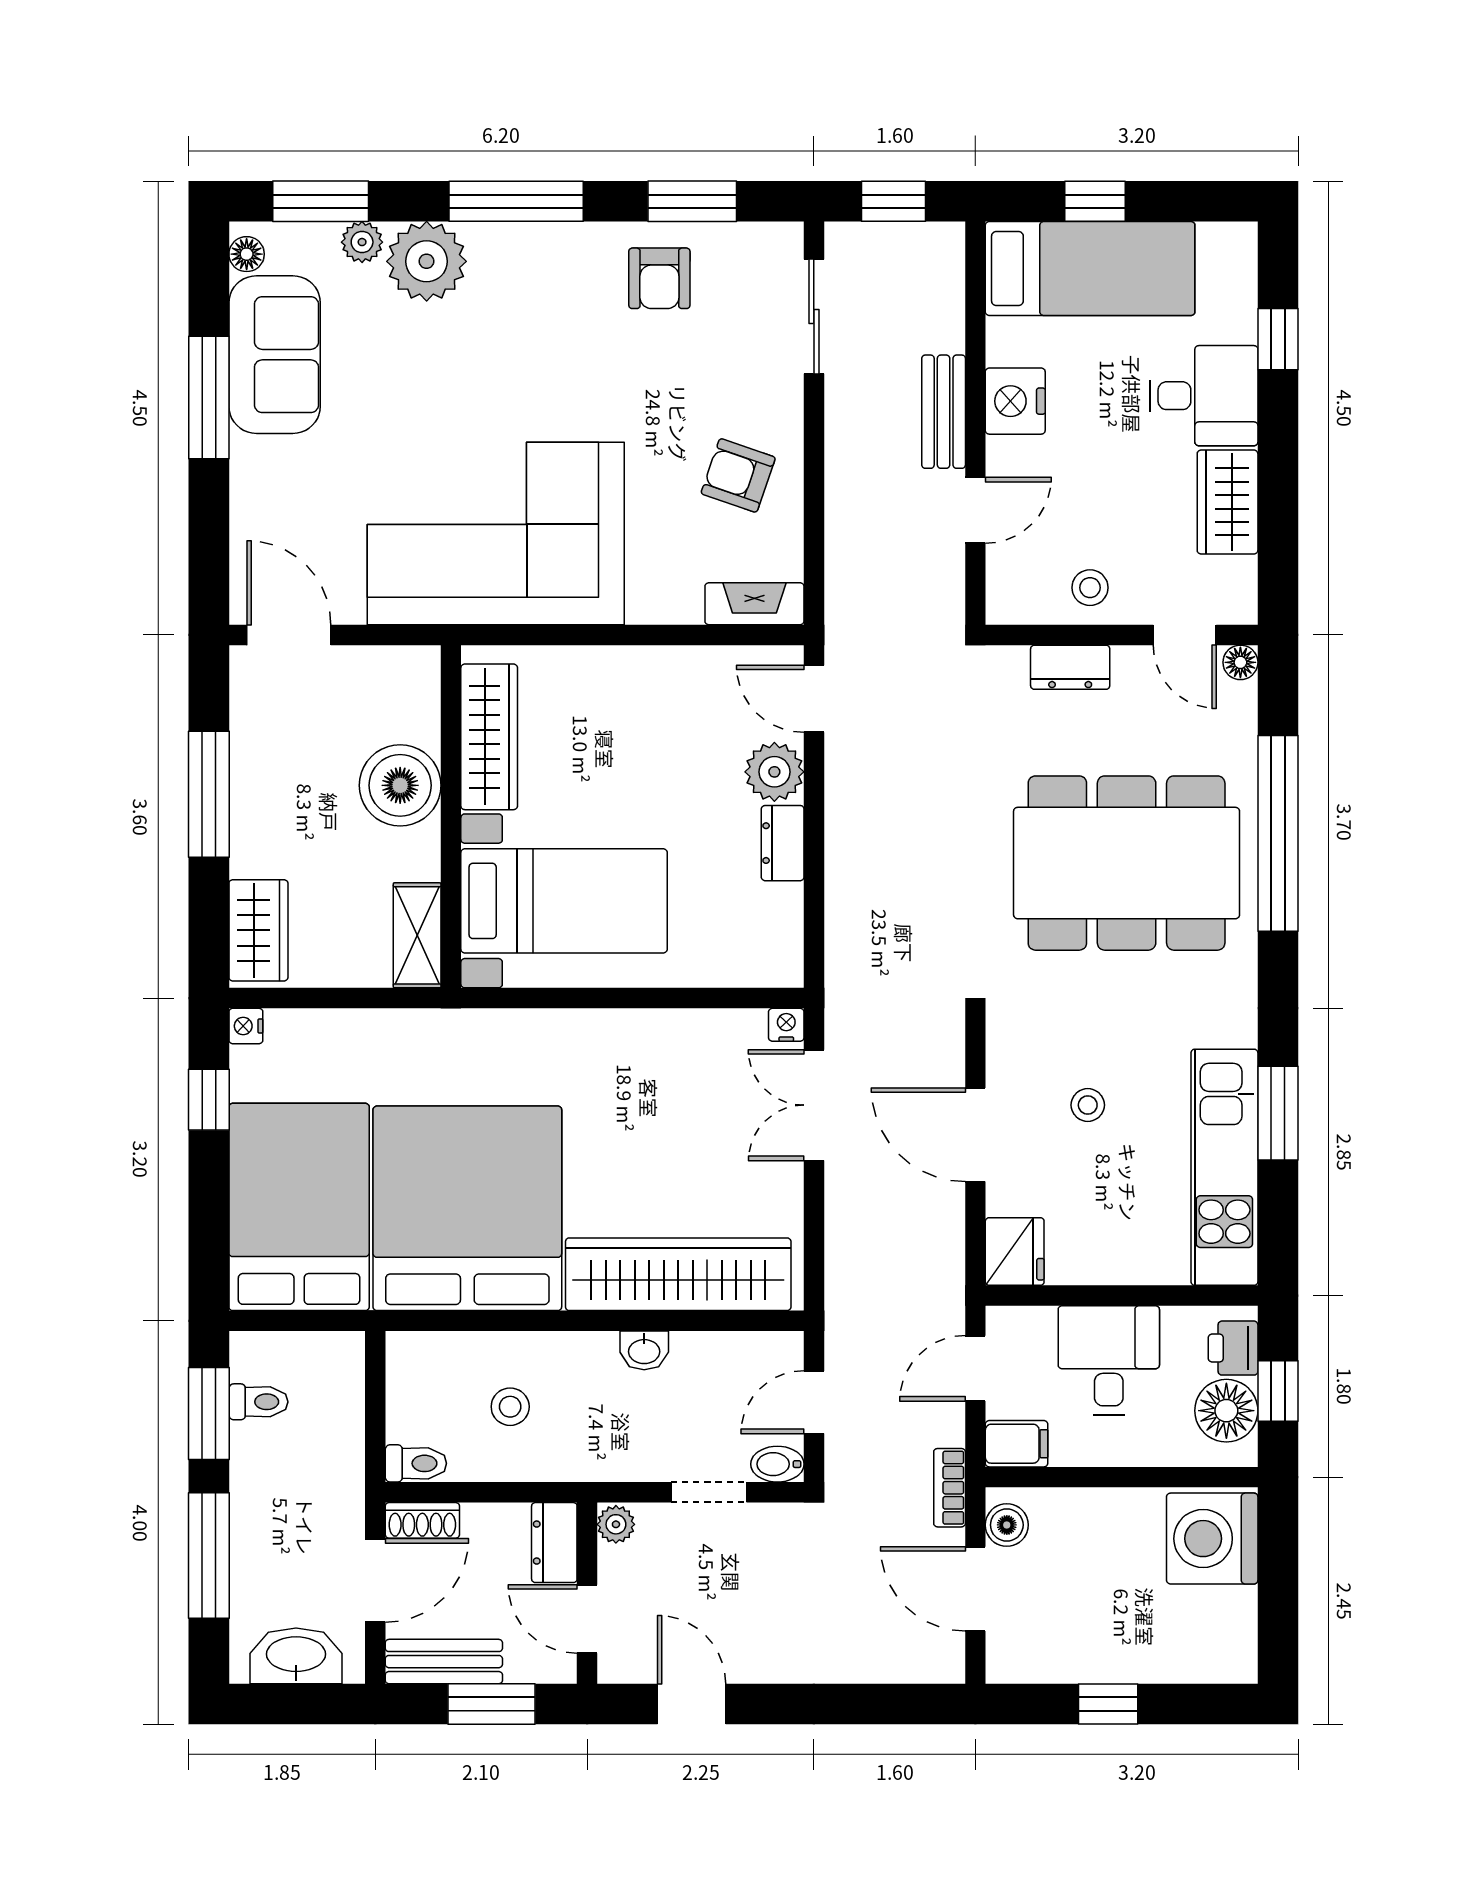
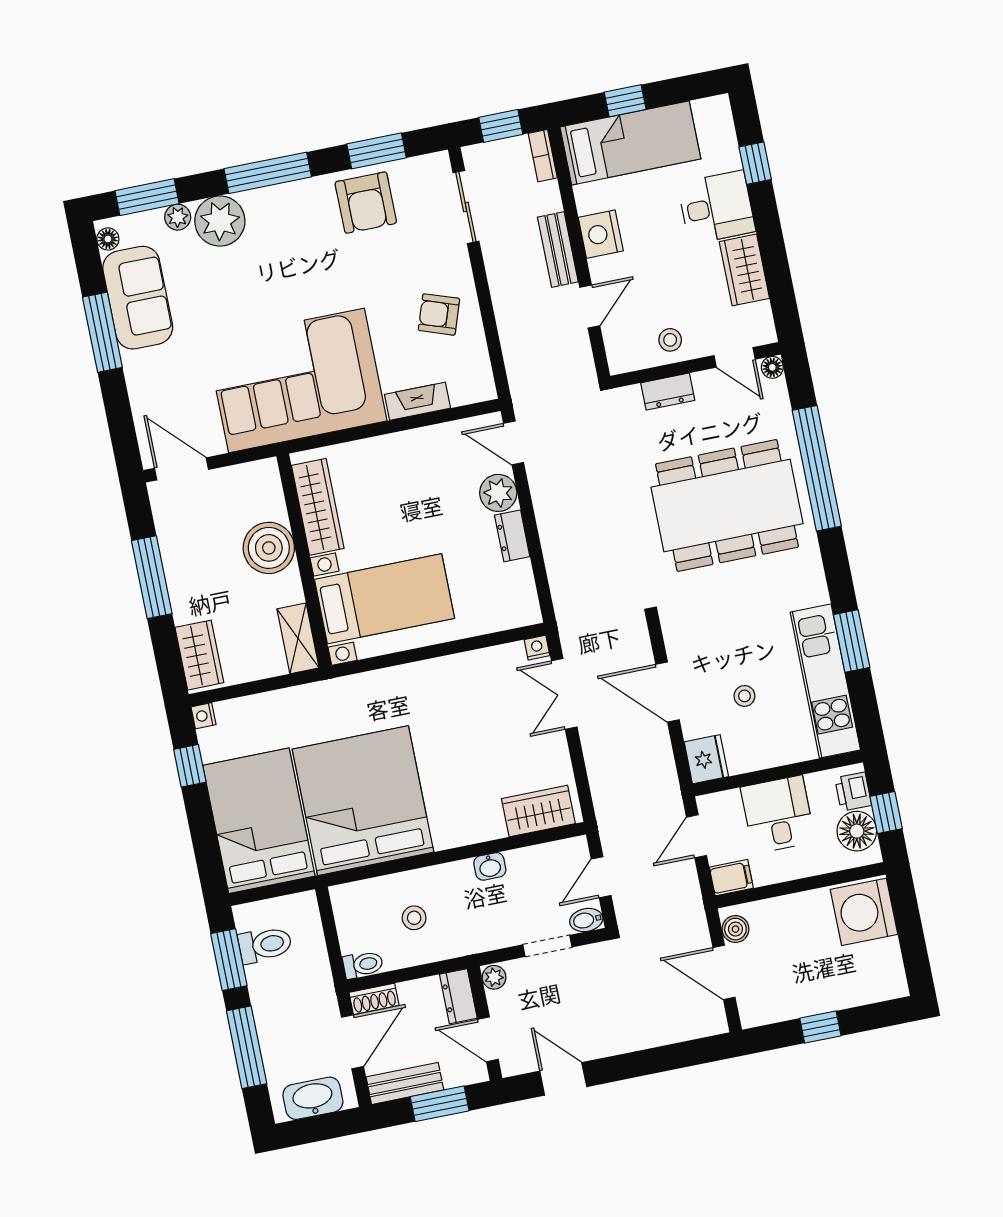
armchair: (659, 278) -> (366, 203), width x1.38, depth x1.38
fireplace: (754, 604) -> (417, 401), moved
stool: (1088, 1105) -> (744, 696), moved
wardrobe: (678, 1274) -> (538, 811), width x0.48, depth x0.85
toilet: (258, 1402) -> (265, 945), width x1.37, depth x1.39
bookcase: (950, 1488) -> (543, 156), moved

